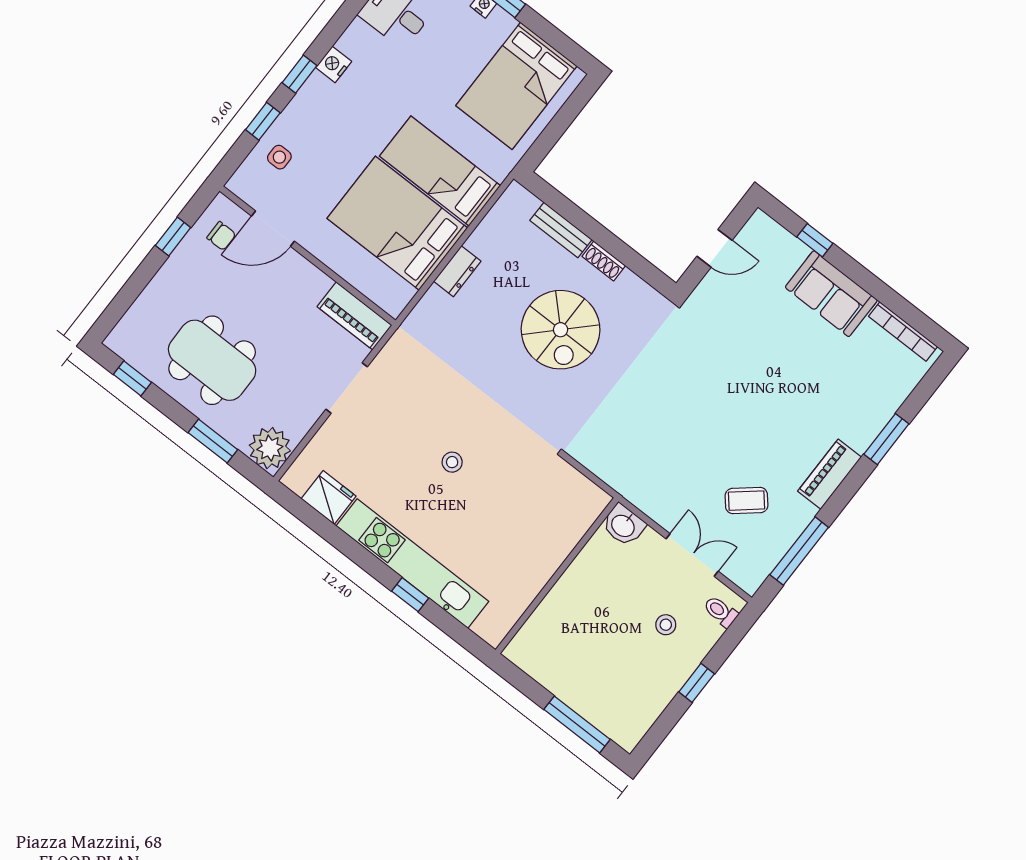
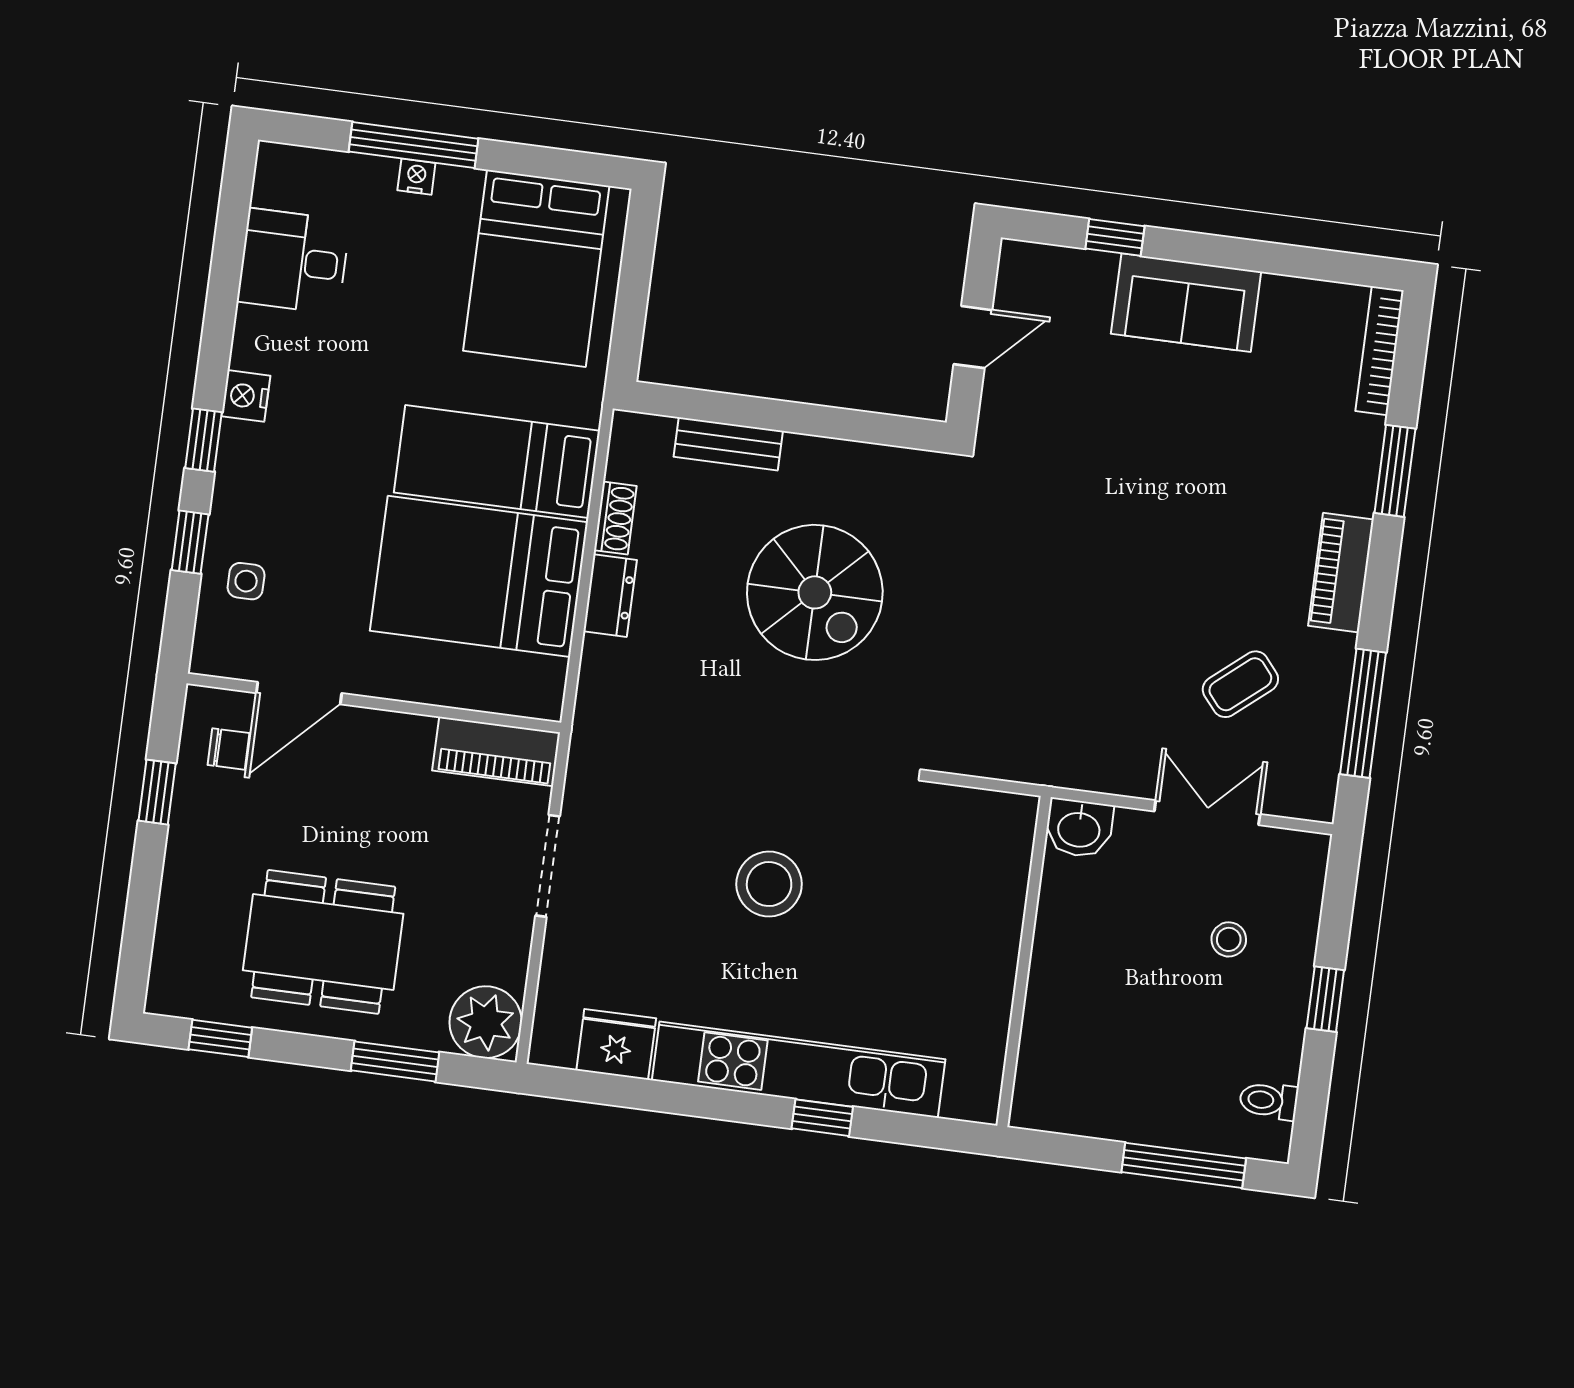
shoe rack: (604, 261) -> (615, 518), moved, turned -90
bookcase: (903, 331) -> (1380, 351), moved, turned 90
stool: (452, 462) -> (769, 884), width x1.89, depth x1.89
toilet: (721, 612) -> (1269, 1101), moved

